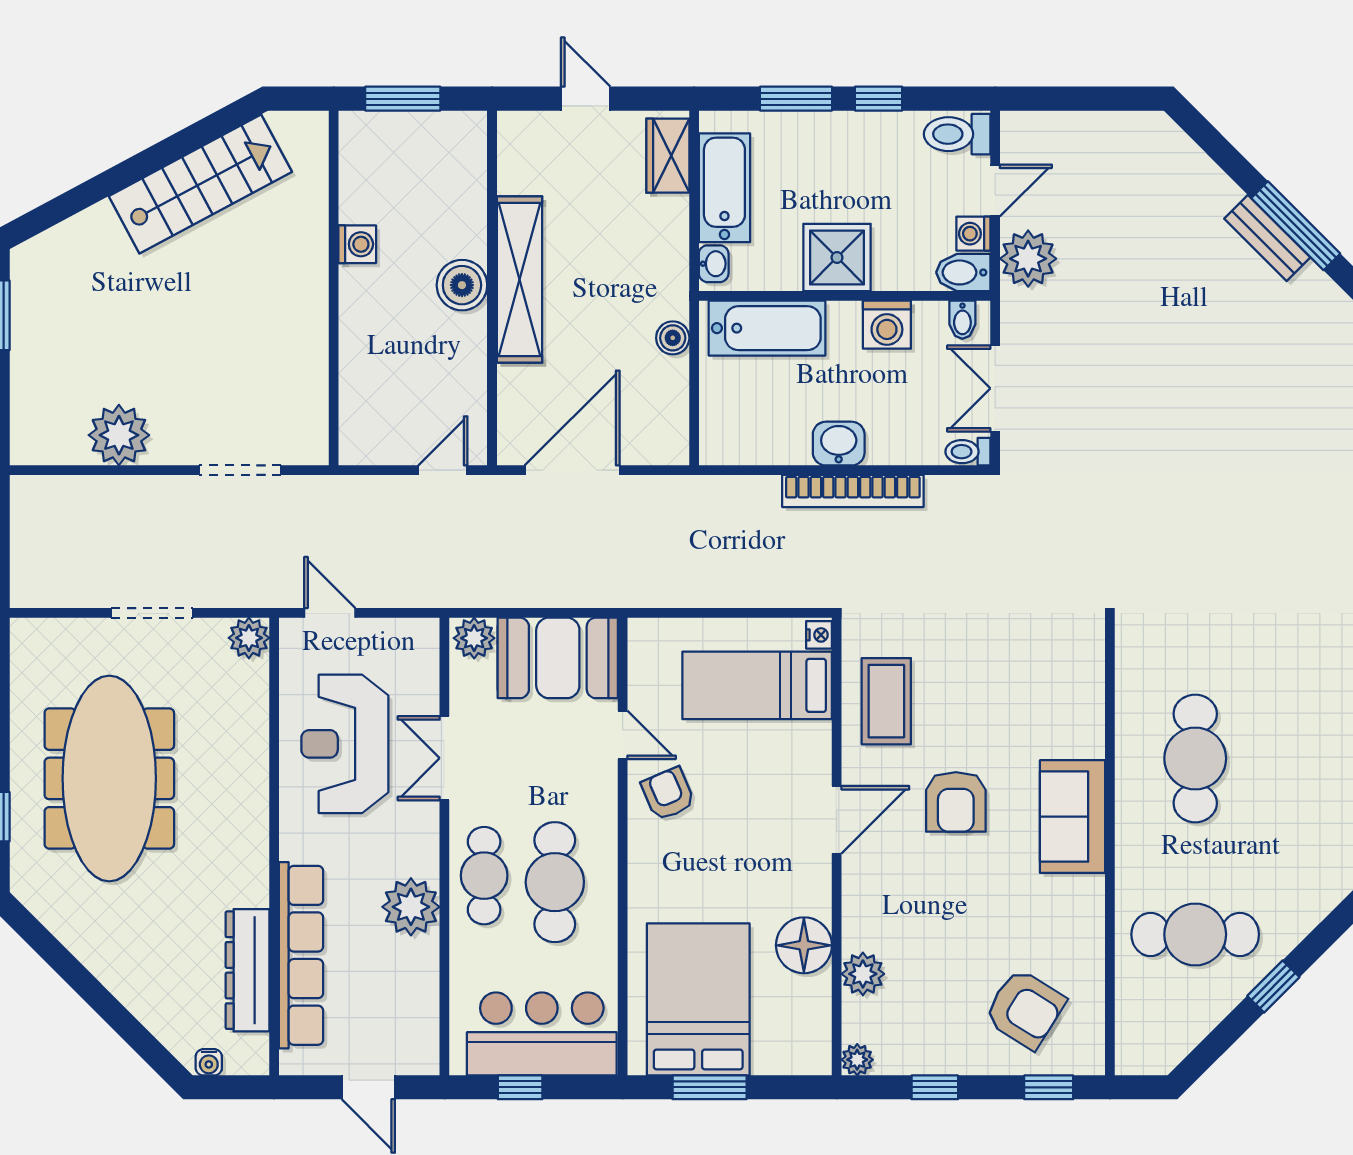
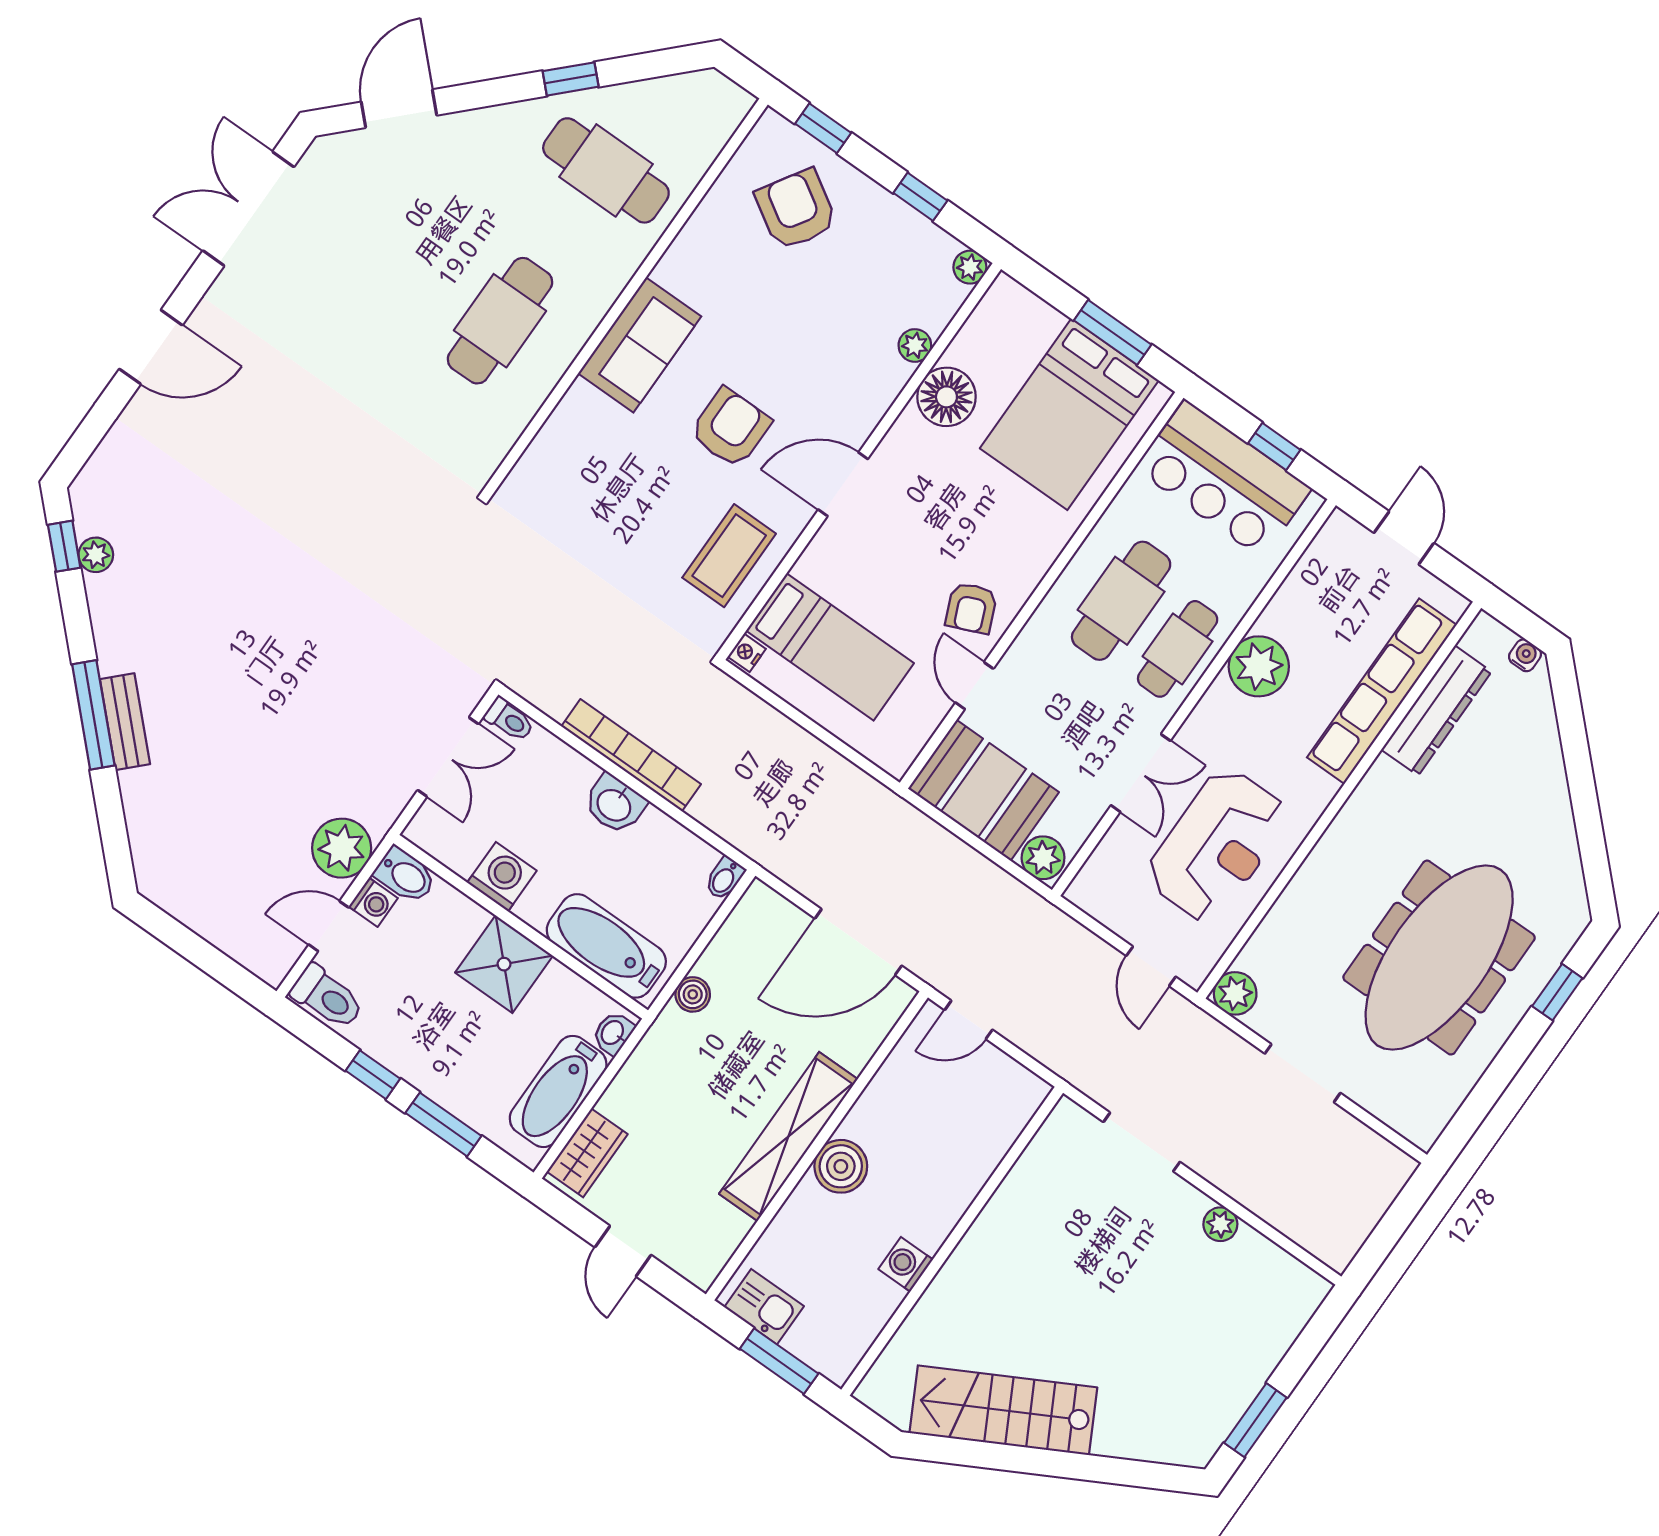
kitchen sink: (445, 133) -> (764, 1307), added
bidet: (962, 320) -> (725, 878), moved, turned 180
plant: (119, 435) -> (1220, 1224), width x0.53, depth x0.53
plant: (863, 974) -> (915, 345), width x0.73, depth x0.73

